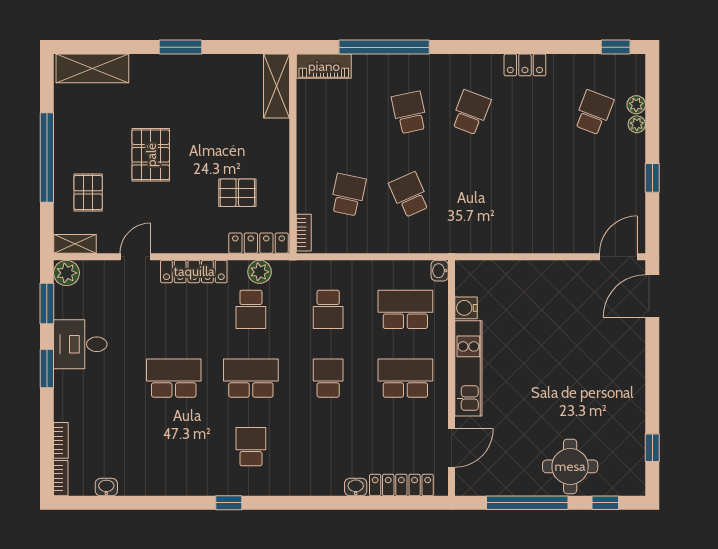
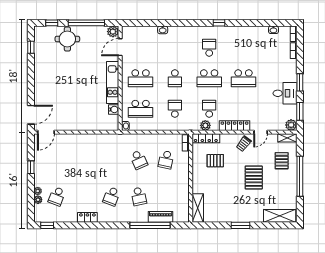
piano: (324, 66) -> (161, 217), moved
trolley: (173, 231) -> (244, 144), added
school desk: (251, 447) -> (209, 48), turned 180
plant: (468, 483) -> (113, 32), added
locker: (401, 485) -> (142, 31), removed

